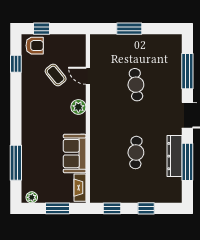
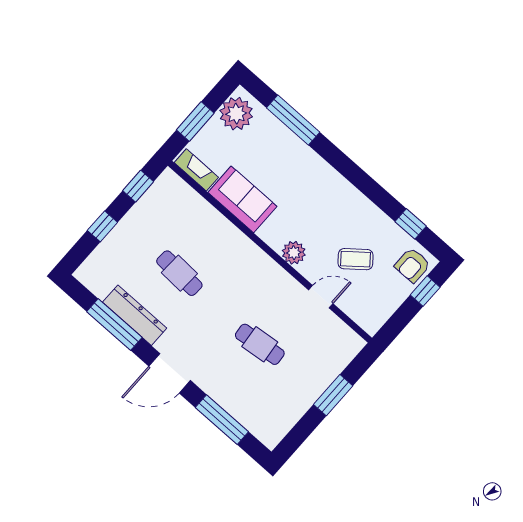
plant: (32, 197) -> (236, 114), width x1.88, depth x1.88

